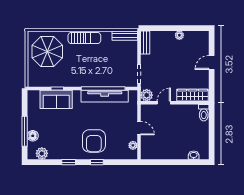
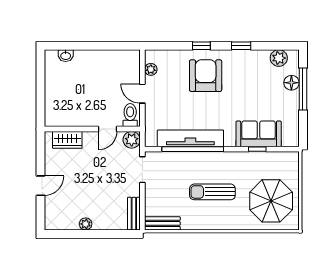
sun lounger: (84, 38) -> (212, 192), moved
wardrobe: (192, 95) -> (67, 140), width x0.67
toilet: (204, 113) -> (130, 115), moved

